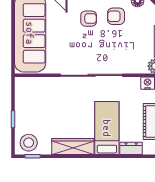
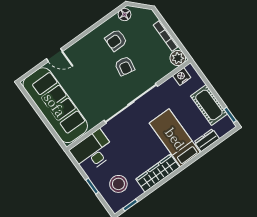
armchair: (89, 19) -> (125, 66), moved, turned 101
desk: (34, 92) -> (93, 151), added
stool: (29, 143) -> (118, 184), moved

